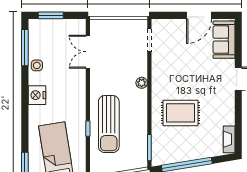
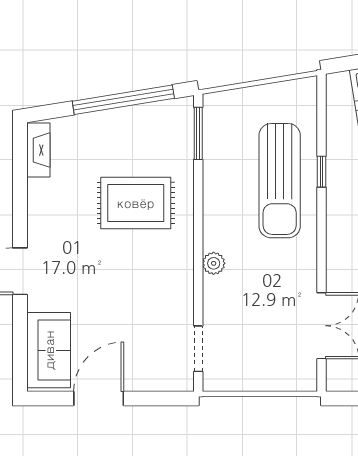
sun lounger: (109, 124) -> (280, 181), turned 180

